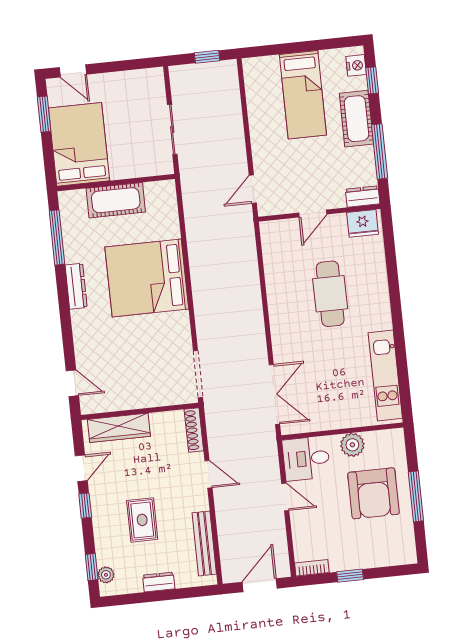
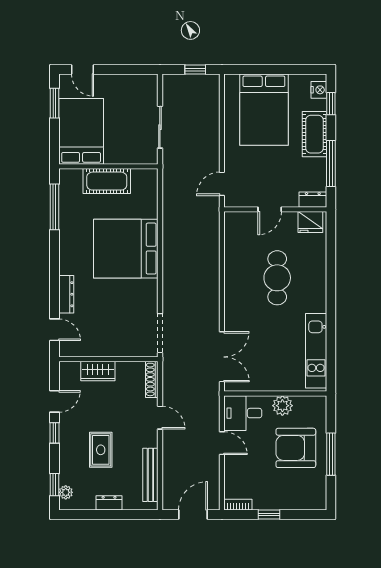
bed: (303, 95) -> (264, 110), width x1.50
dresser: (76, 286) -> (66, 294), moved
wardrobe: (119, 428) -> (98, 371), width x0.67
armchair: (373, 493) -> (296, 448), turned 90

